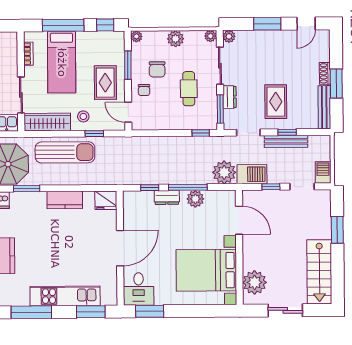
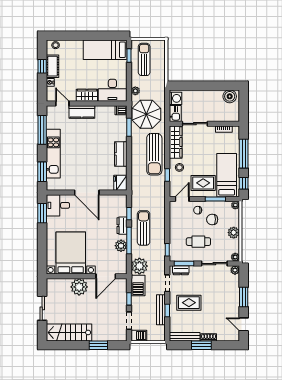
bed: (62, 62) -> (227, 175), moved, turned 90
dresser: (230, 97) -> (181, 270), moved
sun lounger: (170, 167) -> (144, 228), added
plant: (255, 282) -> (79, 287), moved

